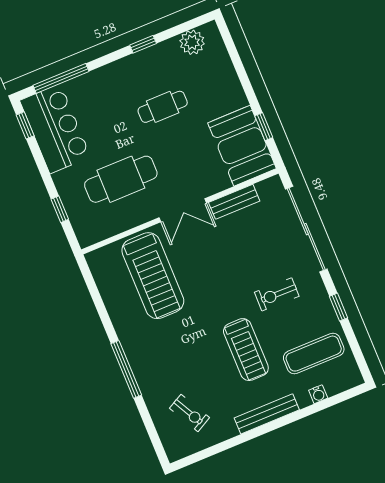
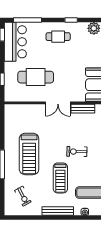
cafe table: (163, 107) -> (58, 37), moved
treadmill: (153, 276) -> (29, 154), moved
exercise bike: (277, 294) -> (77, 152), moved

